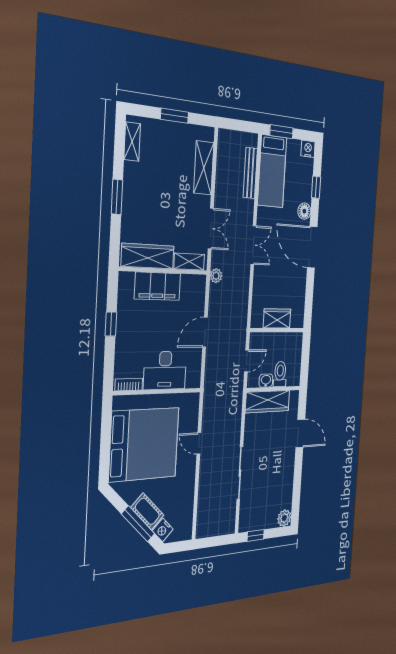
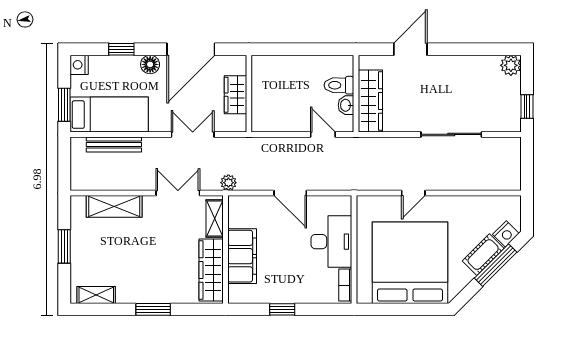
wardrobe: (277, 318) -> (235, 95), moved
wall: (277, 330) -> (249, 94), moved

